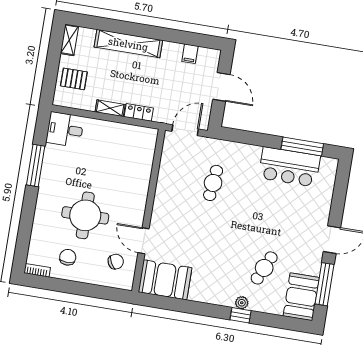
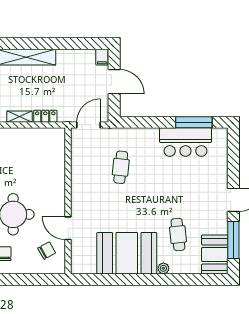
filing cabinet: (190, 54) -> (102, 57), moved
cafe table: (264, 268) -> (178, 235), turned -30
booth: (165, 280) -> (127, 253), moved, width x1.36, depth x1.42
window: (241, 315) -> (164, 280), removed

